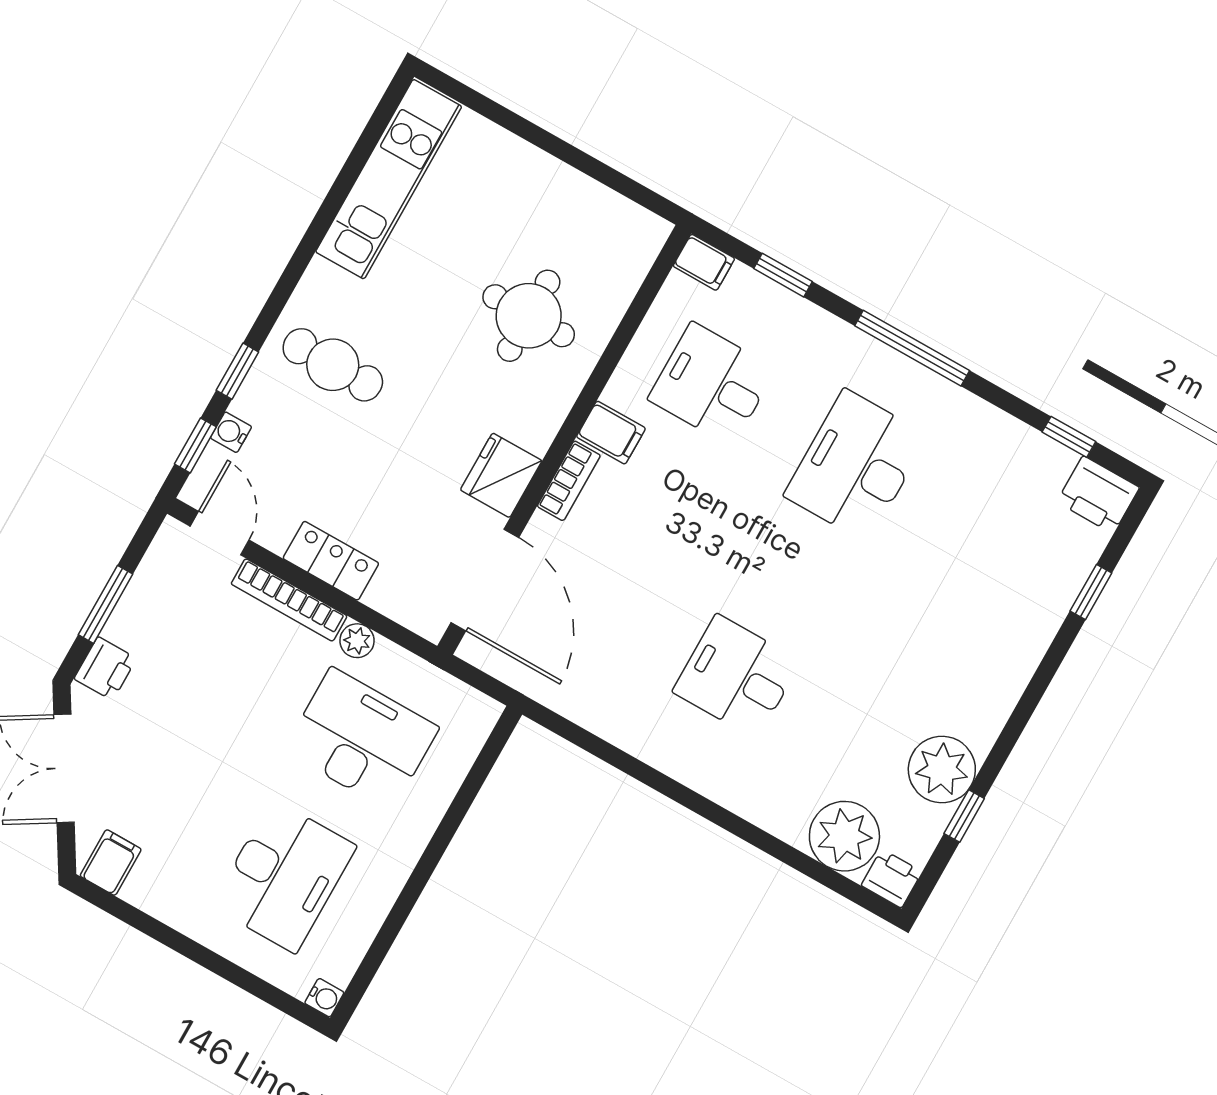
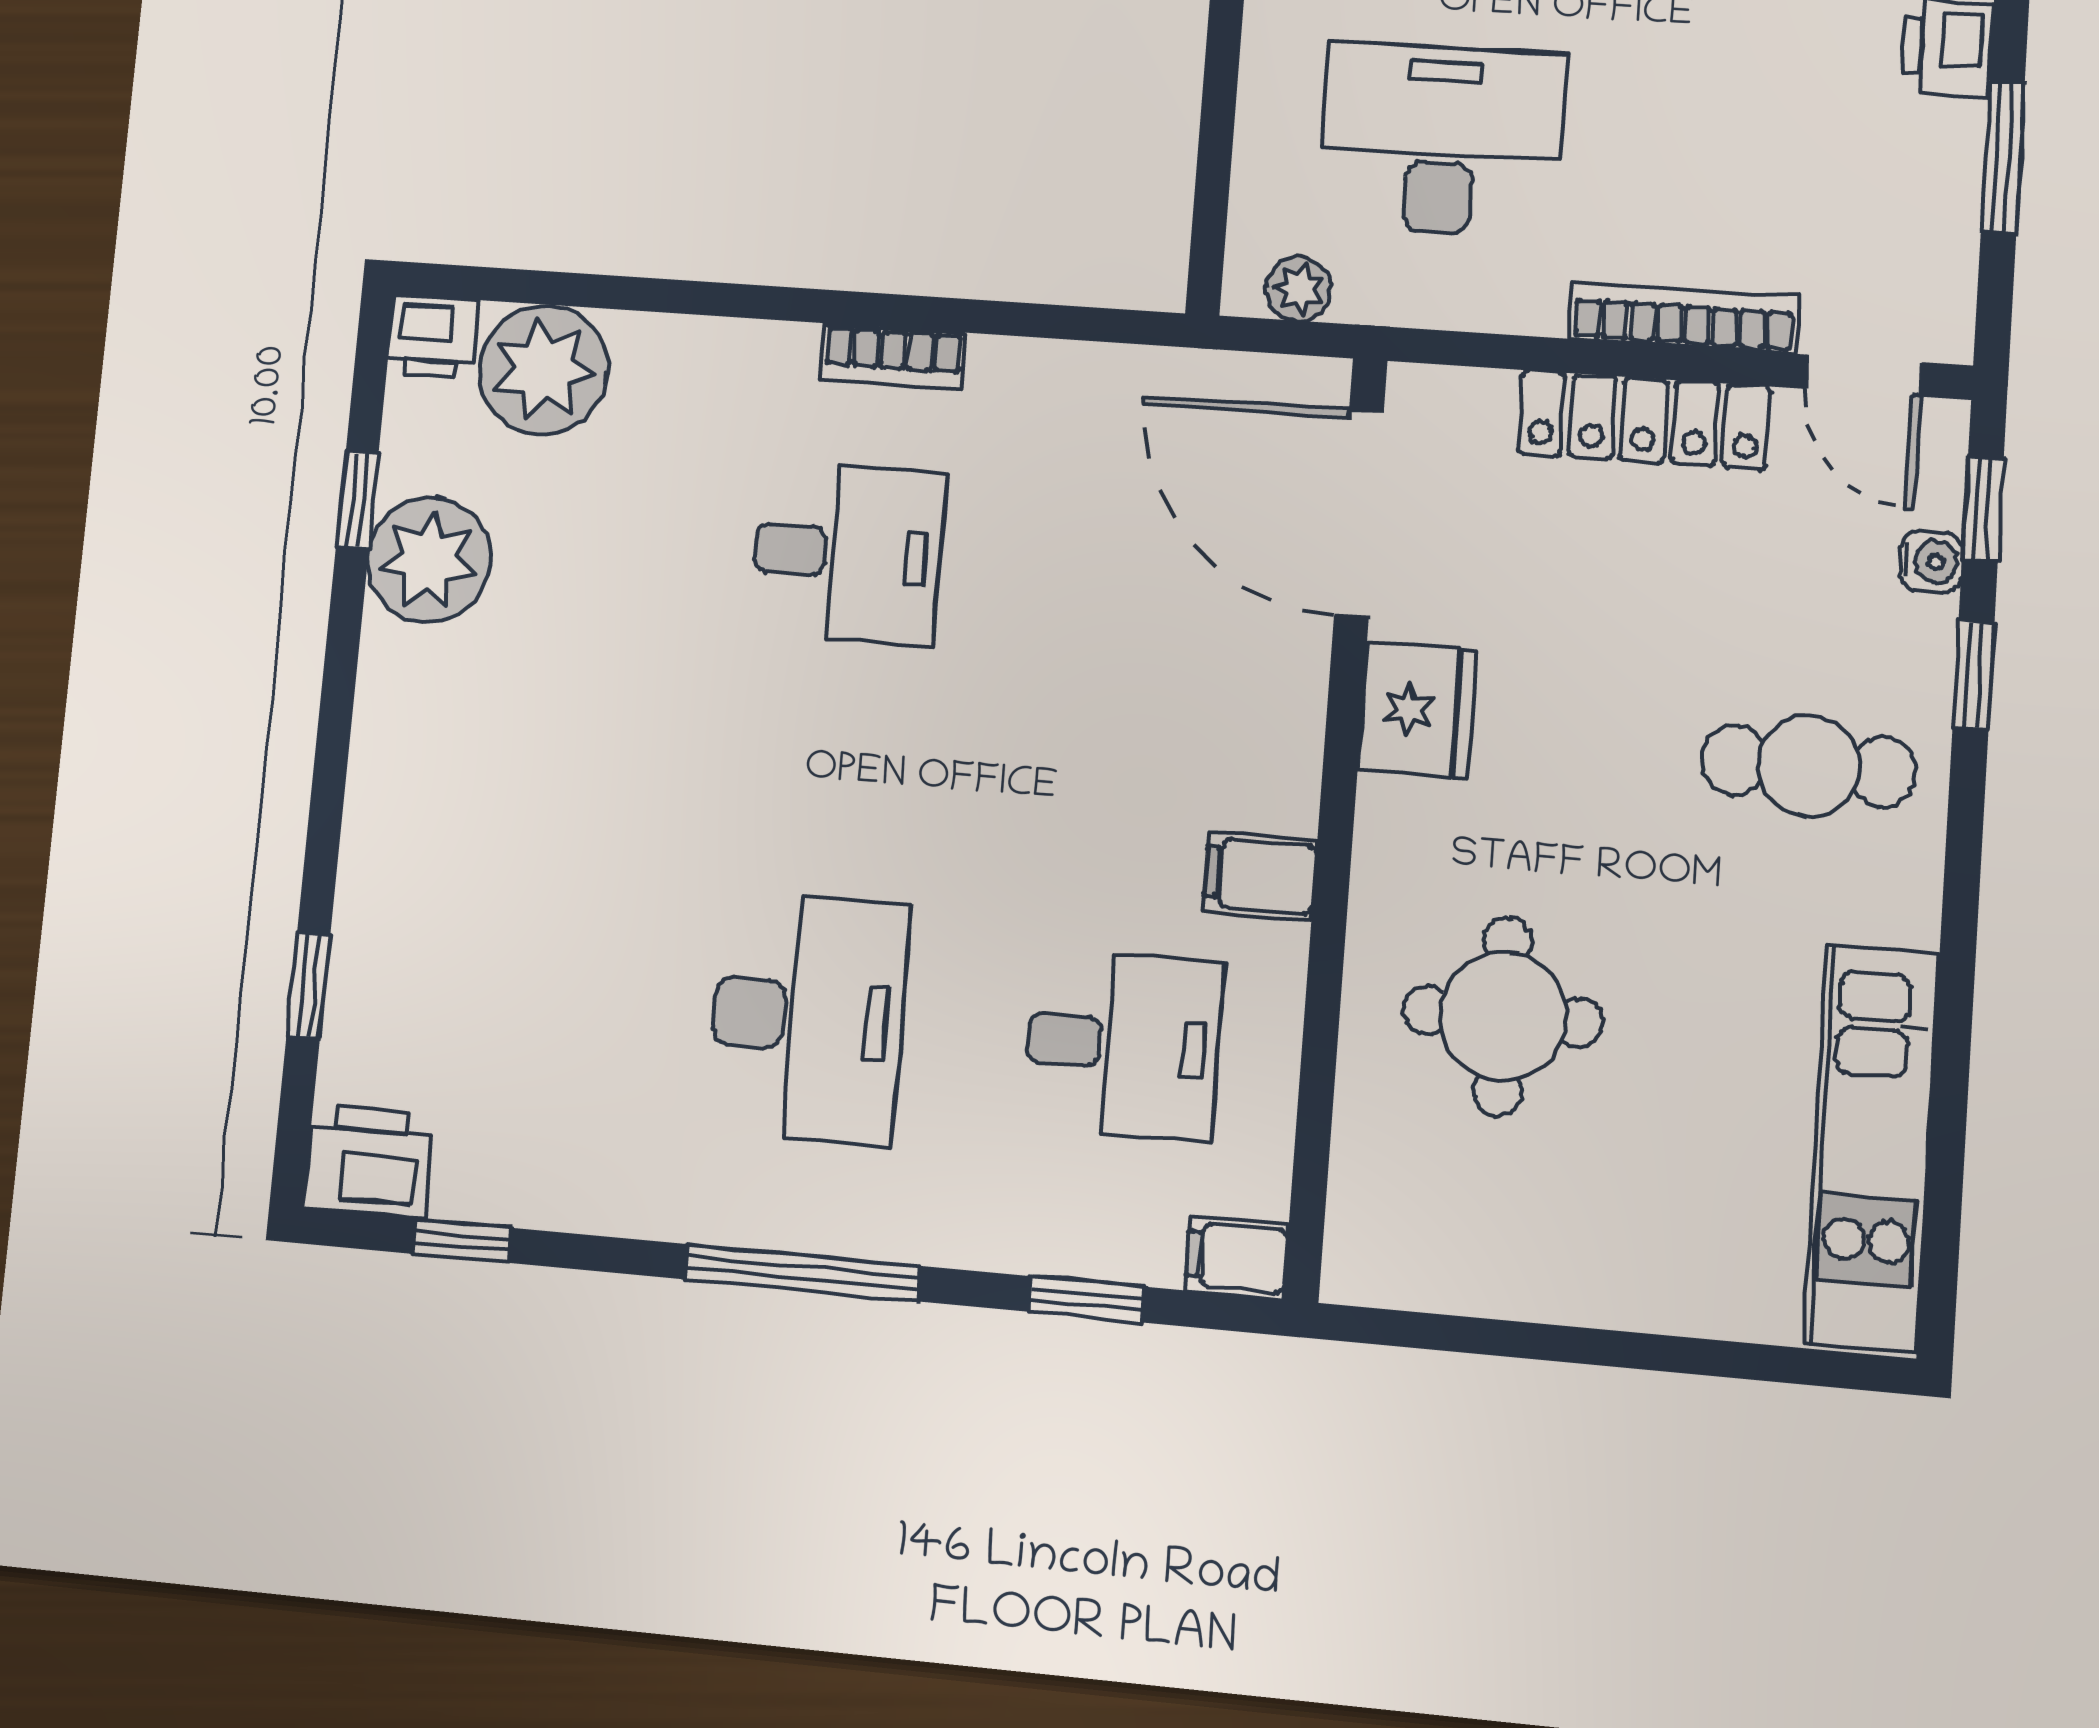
bookcase: (569, 481) -> (893, 356), moved, turned -90
locker: (331, 561) -> (1644, 420), width x1.53
plant: (357, 641) -> (1299, 289), moved
desk: (361, 739) -> (1442, 140), turned 180

